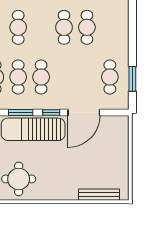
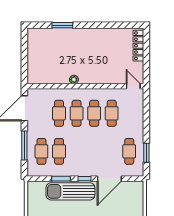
cafe table: (41, 77) -> (77, 113), moved

